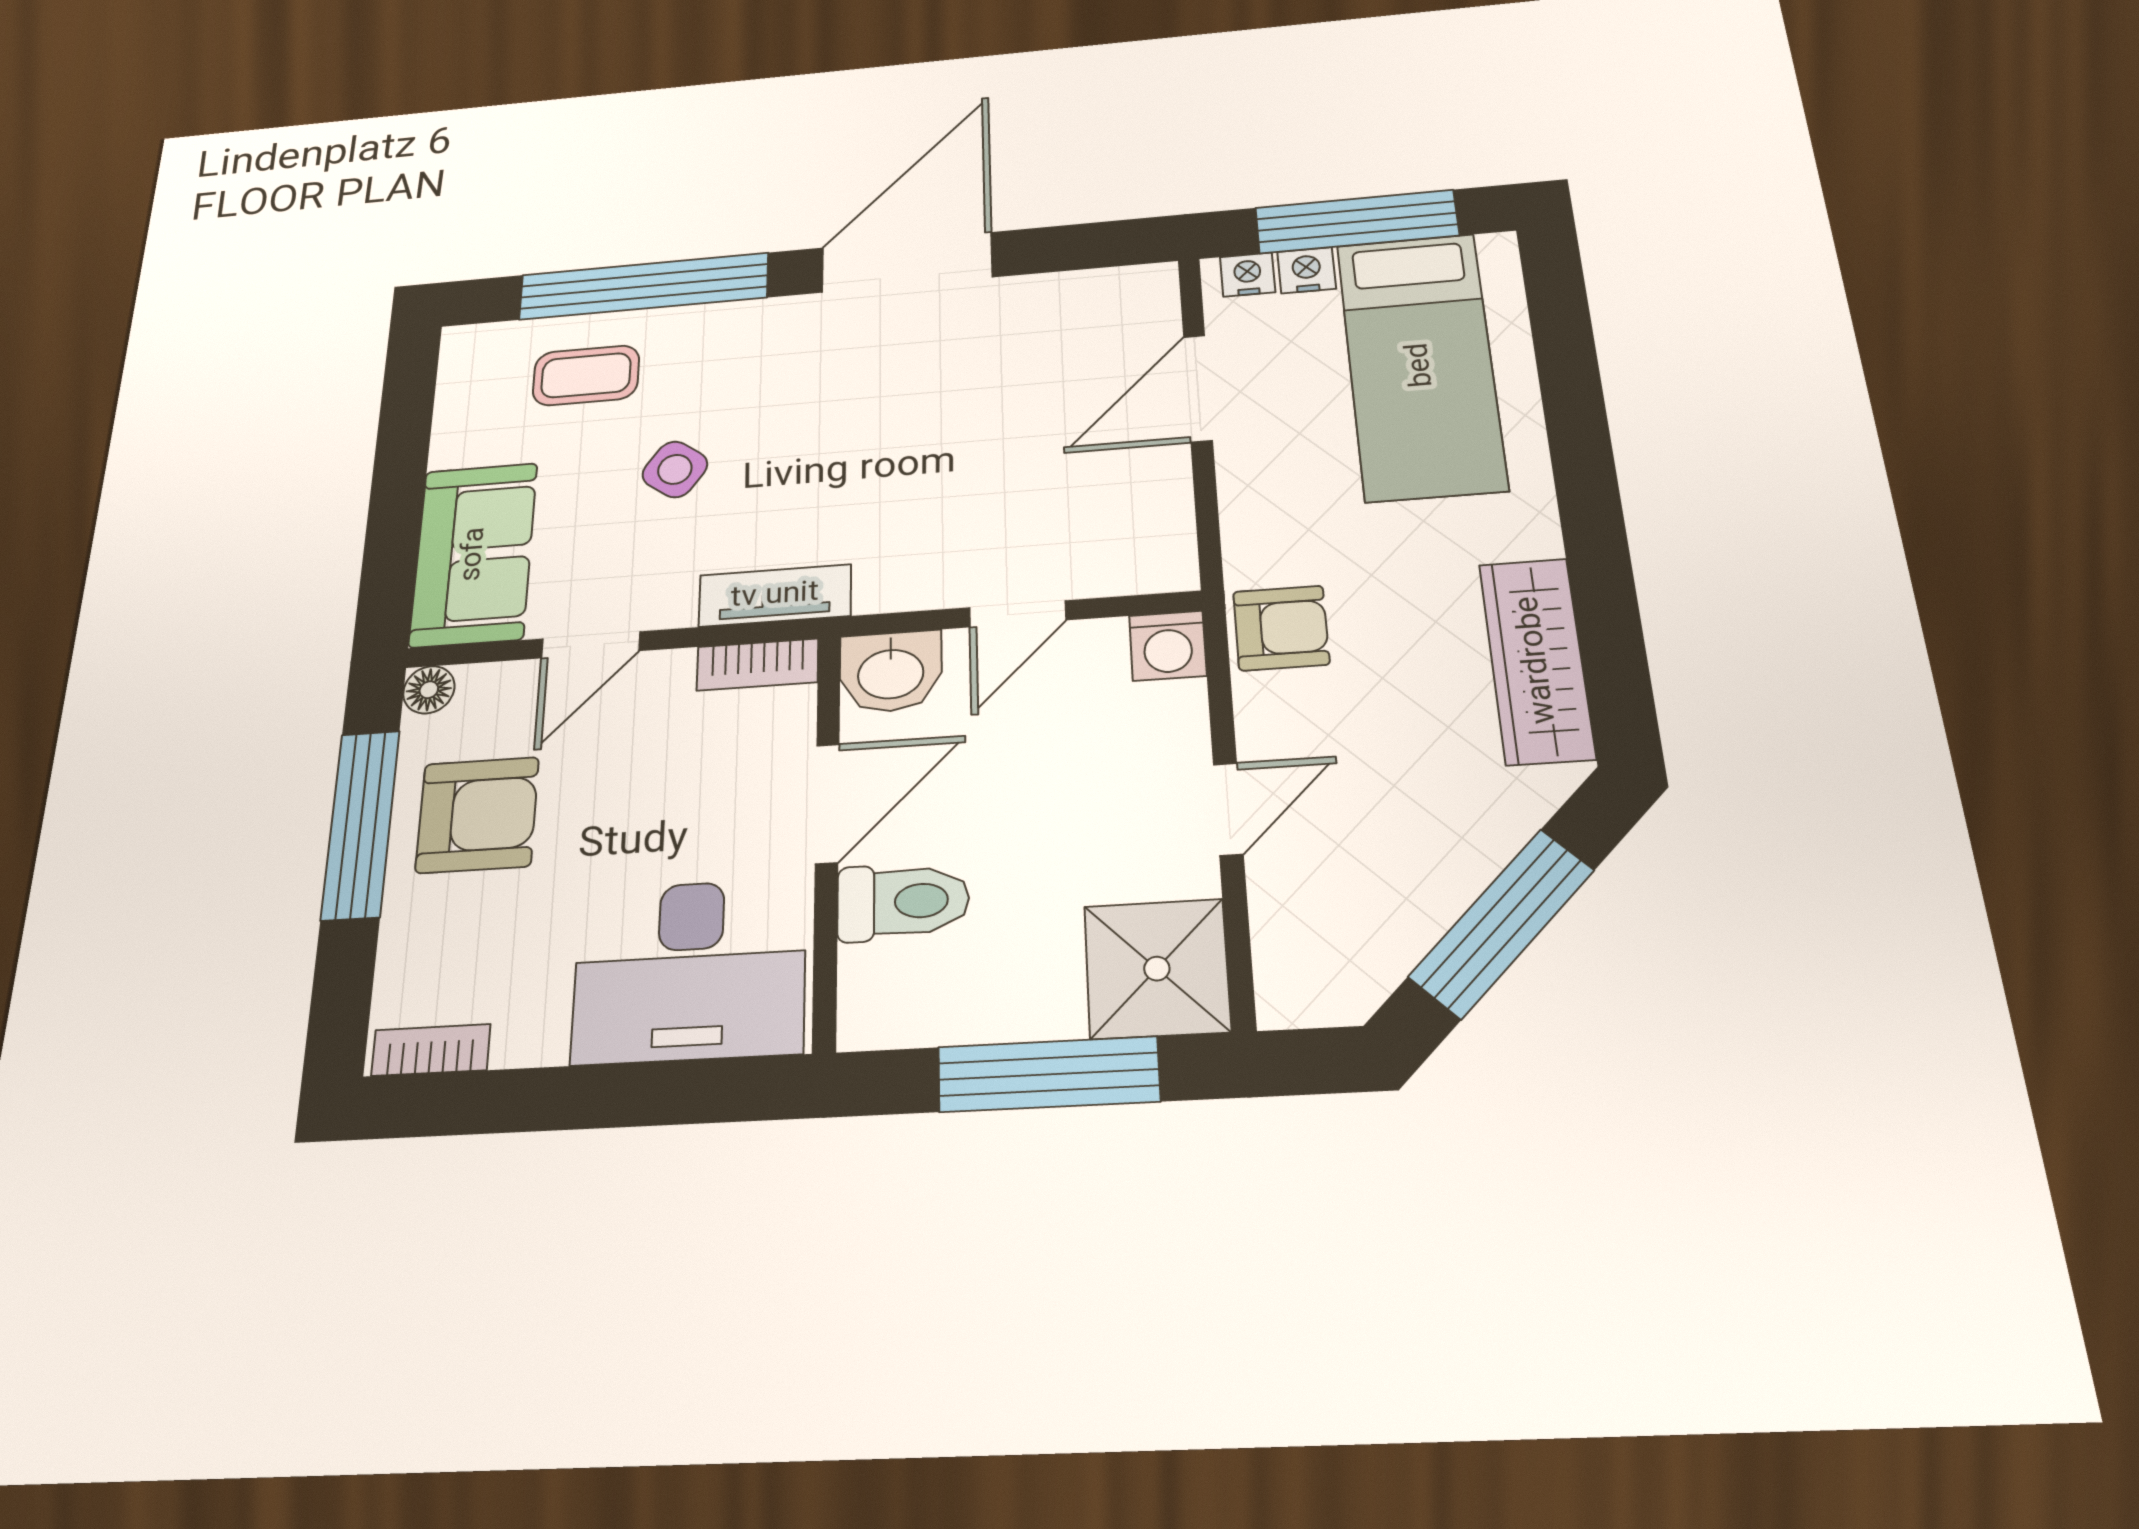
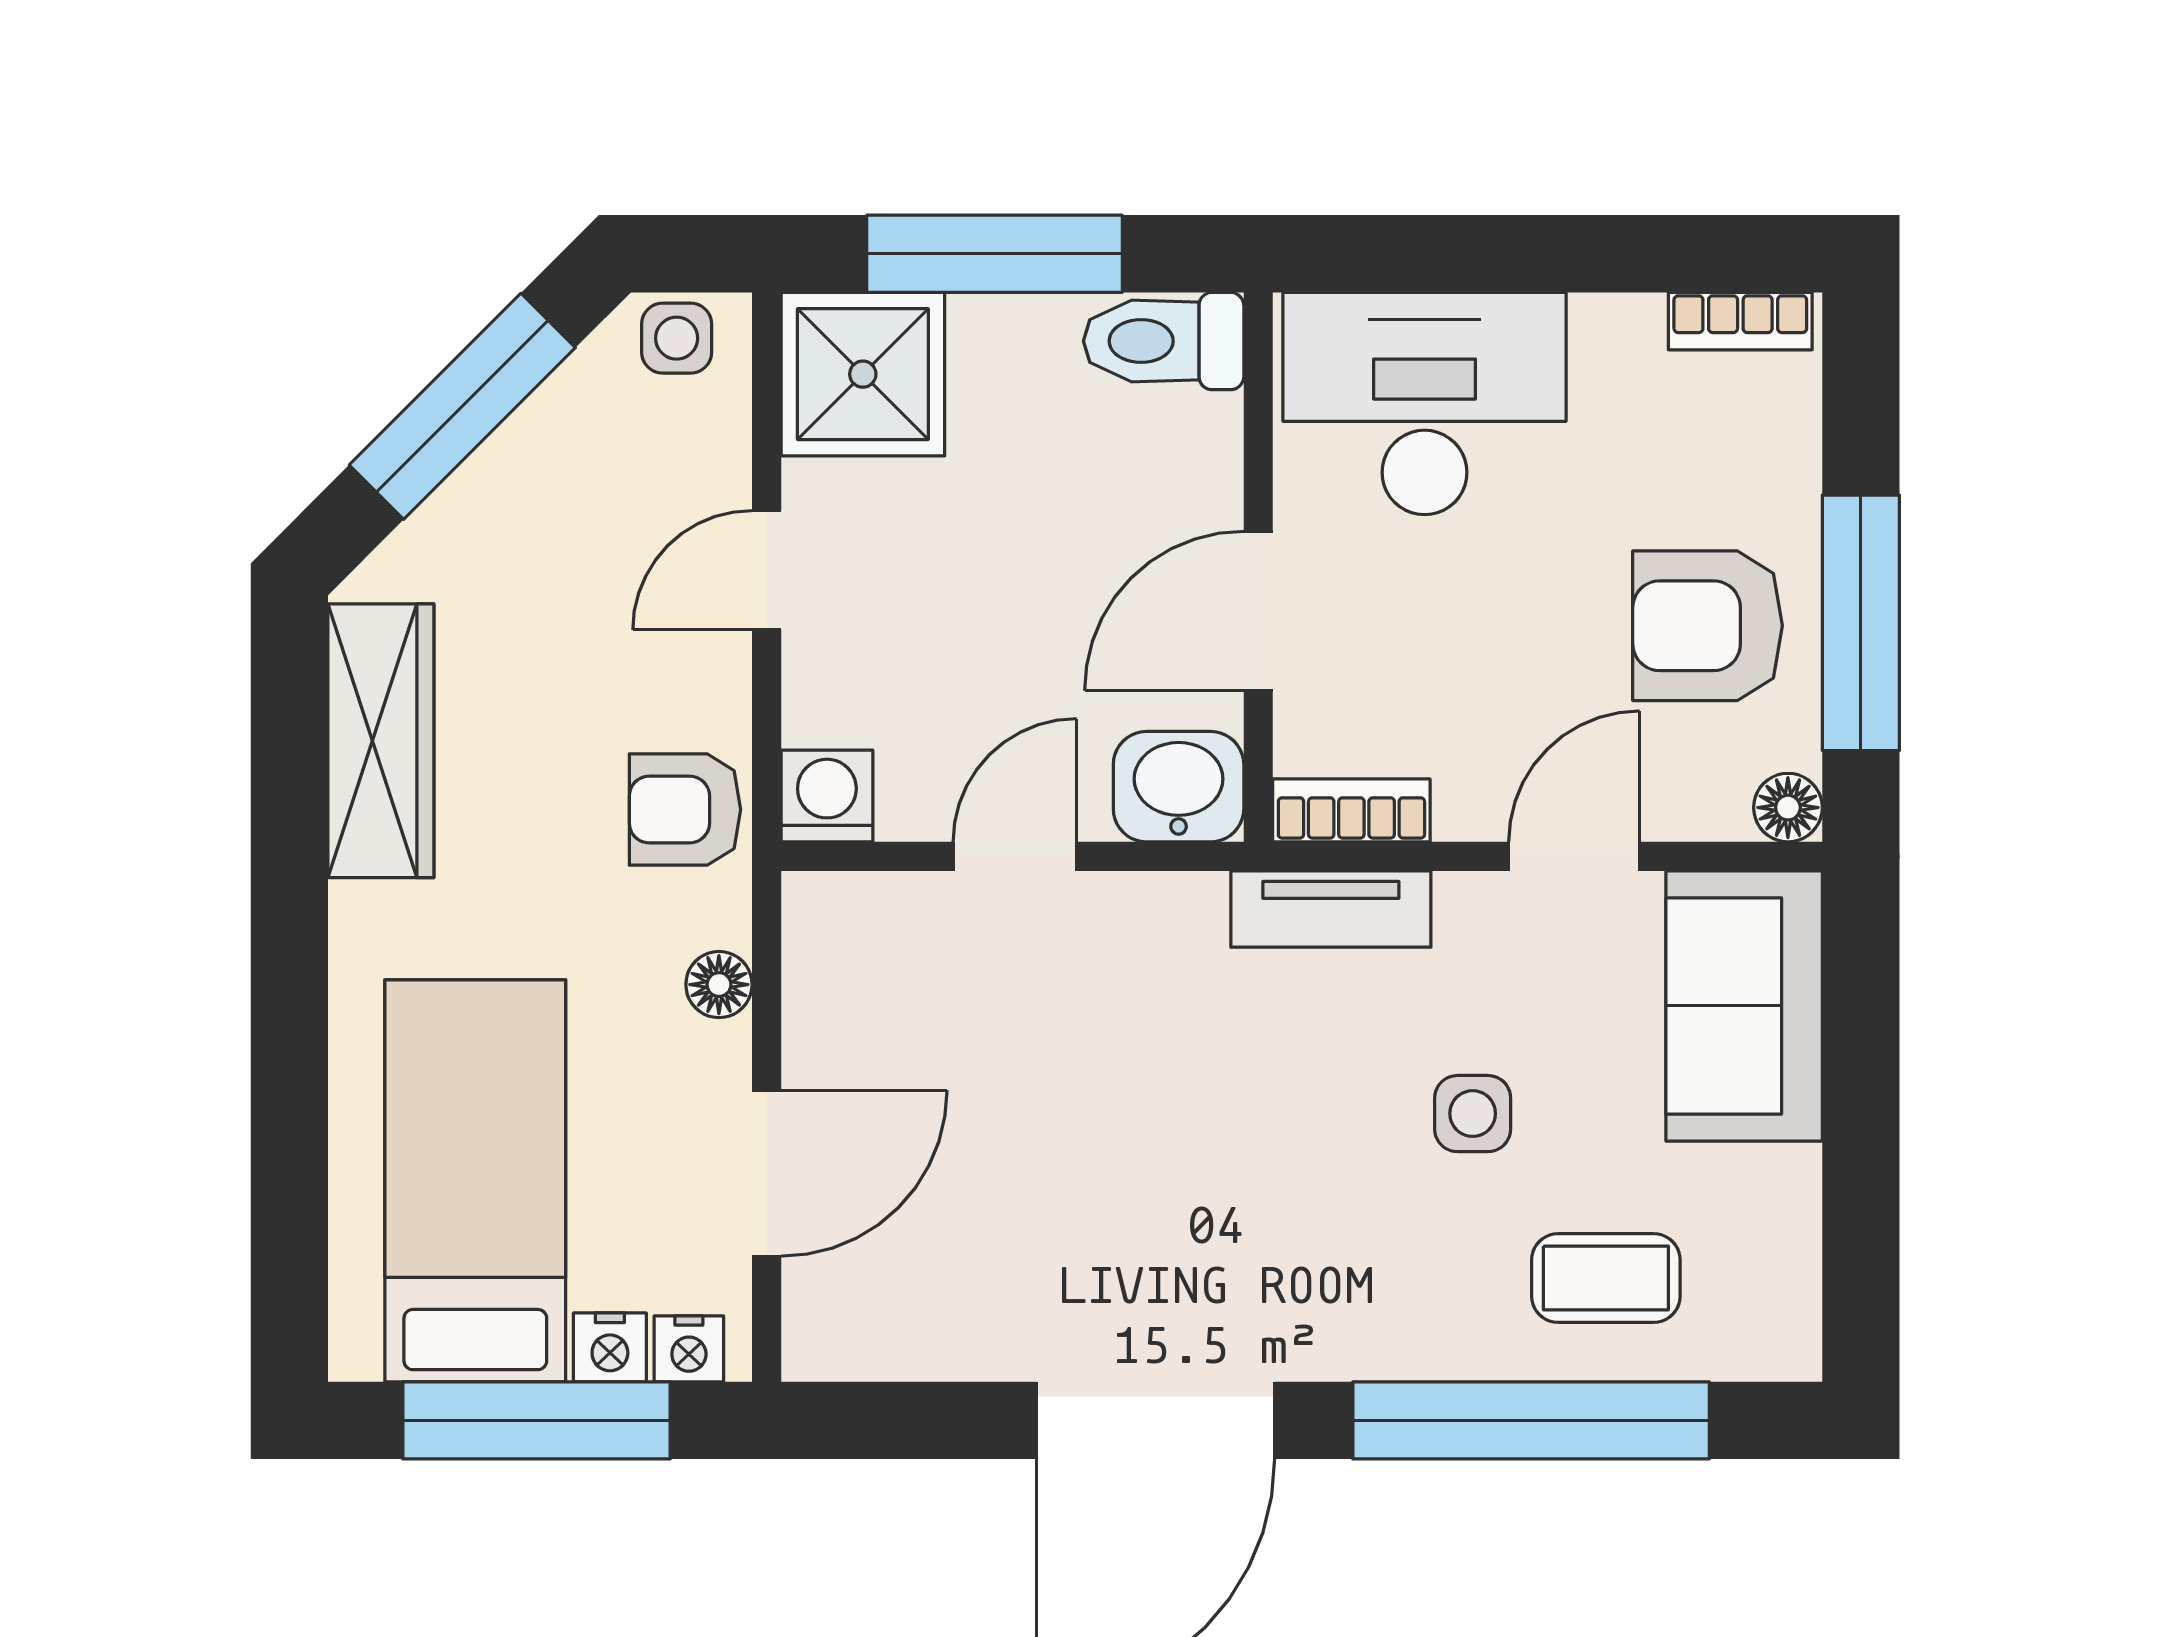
side table: (675, 469) -> (1473, 1114), turned -36
floor lamp: (1244, 509) -> (719, 985), added
toilet: (903, 902) -> (1164, 341), moved
side table: (1320, 990) -> (677, 338), added

